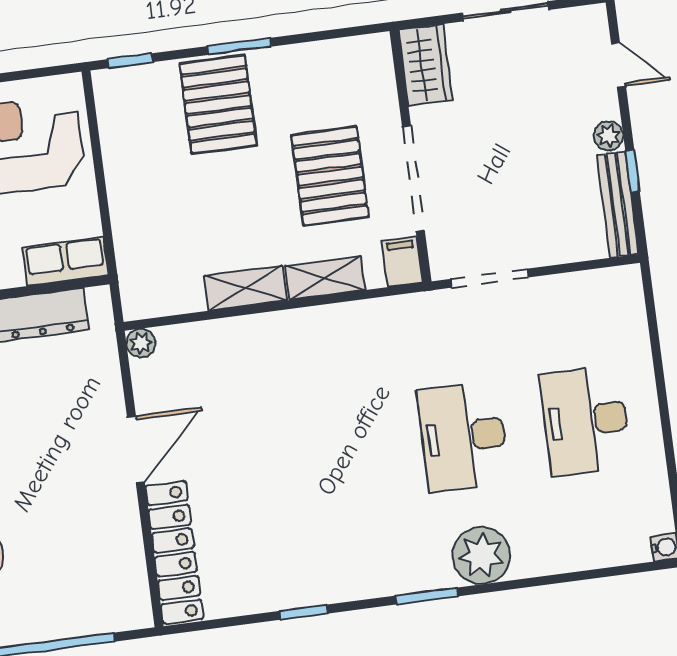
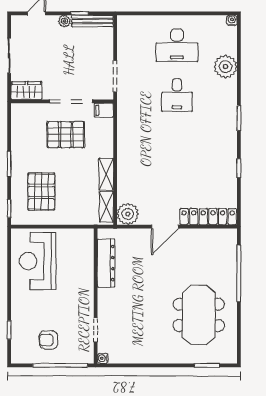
pallet: (218, 104) -> (41, 192), moved, turned 90
row of seats: (65, 261) -> (86, 245), removed
shelving: (325, 278) -> (106, 207), moved
plant: (141, 343) -> (128, 214), width x1.88, depth x1.88
desk: (463, 436) -> (177, 95), width x0.73
door: (136, 450) -> (165, 227), swing flipped
plant: (481, 555) -> (225, 67), moved

